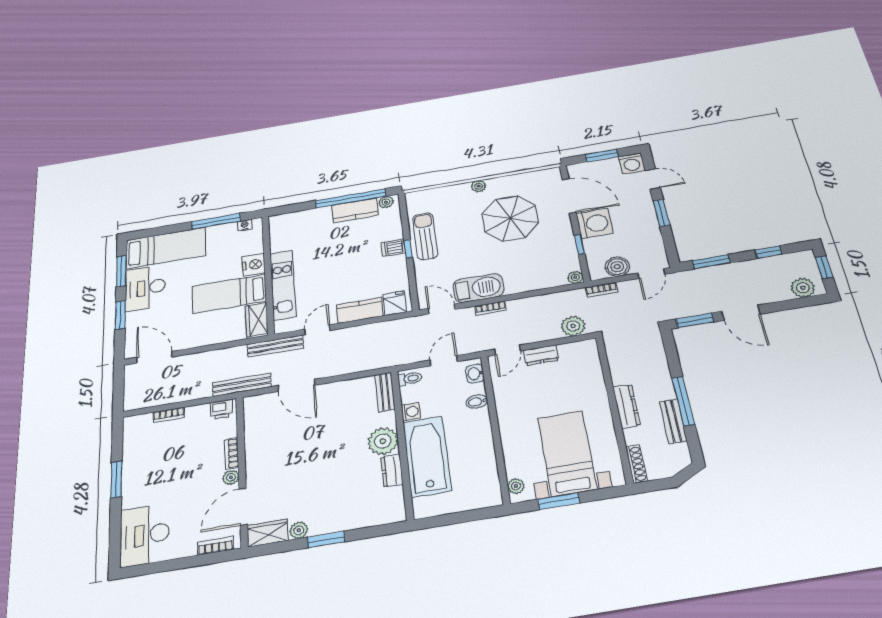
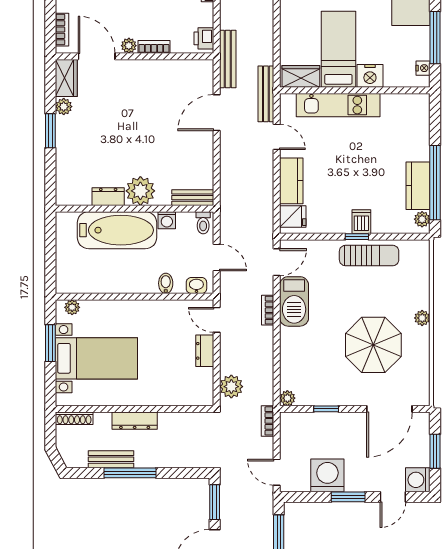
washing machine: (594, 223) -> (327, 475), moved, turned 180
boiler: (617, 267) -> (292, 441), removed

